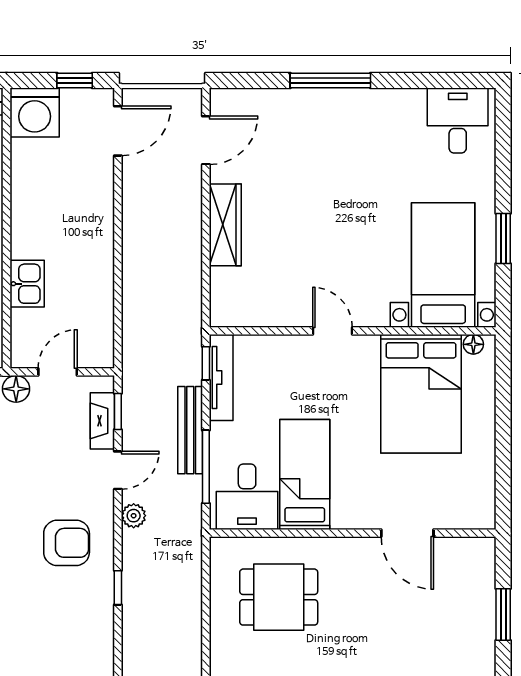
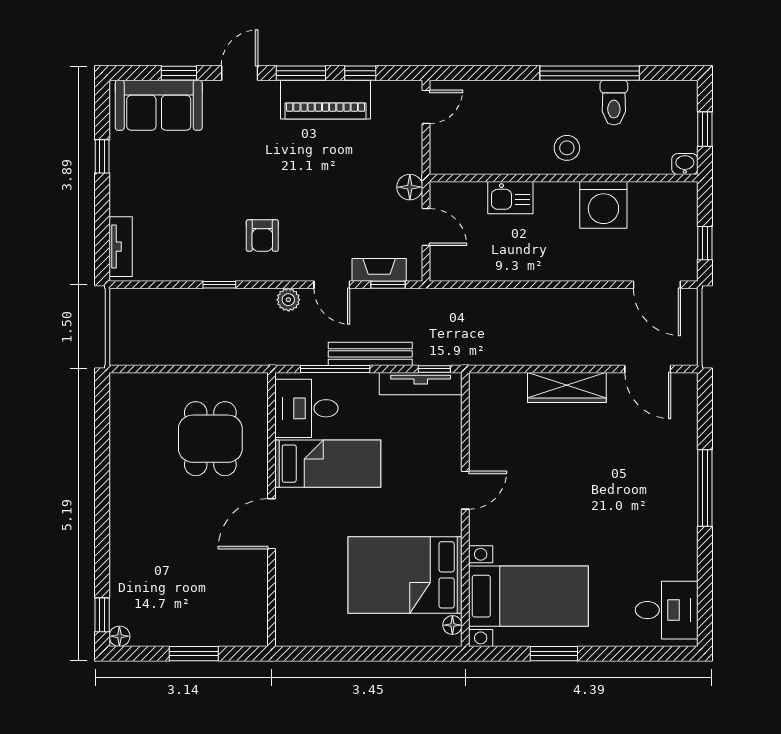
washing machine: (35, 112) -> (603, 205), moved, turned -90
door: (407, 533) -> (272, 524), moved
armchair: (67, 543) -> (262, 236), width x0.72, depth x0.72

